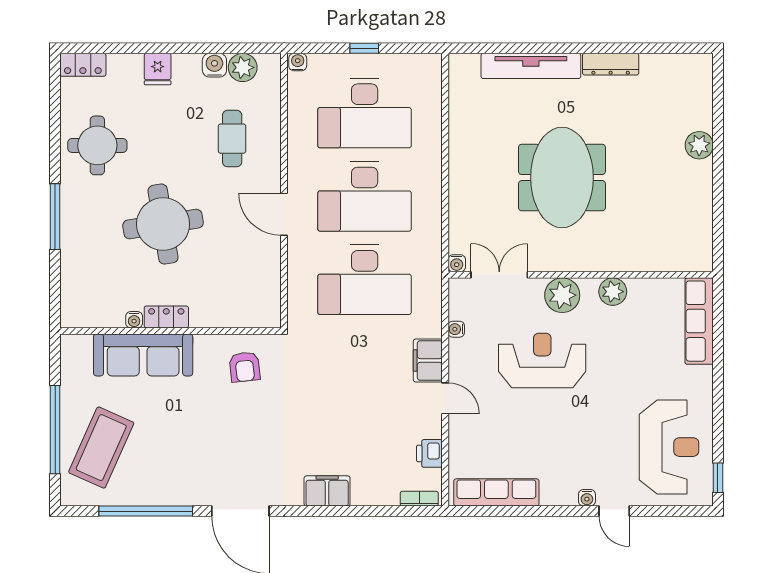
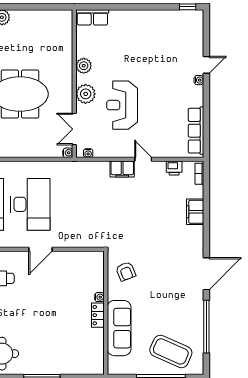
round table: (163, 224) -> (46, 317), removed
desk: (365, 280) -> (77, 204), removed
water cooler: (134, 320) -> (99, 297), moved
row of seats: (699, 321) -> (92, 17), width x0.68
water cooler: (456, 329) -> (88, 153), moved
armchair: (245, 367) -> (126, 271), turned 74
door: (445, 398) -> (143, 159), hinge flipped
reception desk: (669, 447) -> (171, 34), removed
filing cabinet: (327, 491) -> (195, 212), moved

